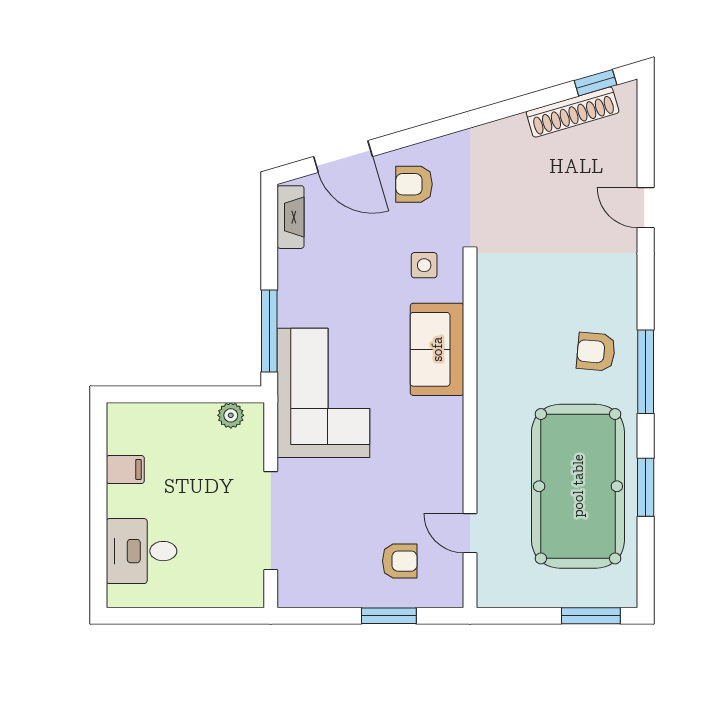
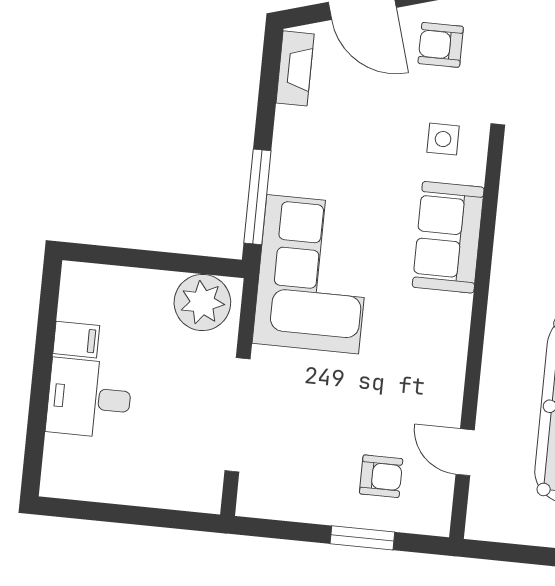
plant: (231, 415) -> (202, 302), width x1.88, depth x1.88
desk: (141, 551) -> (89, 398), moved

